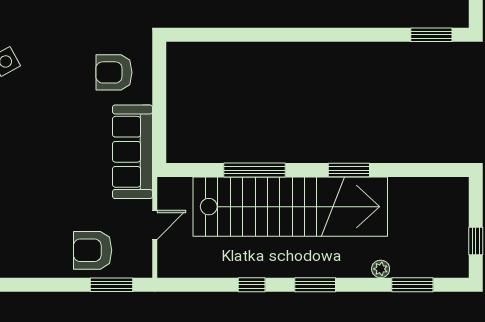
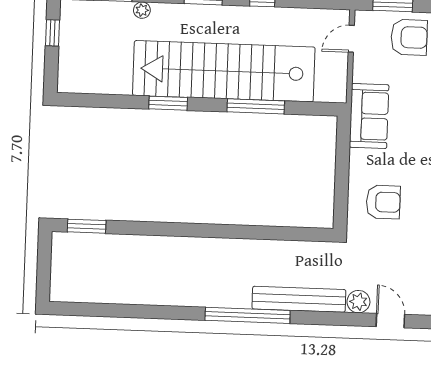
sofa: (132, 152) -> (369, 116), width x0.73
door: (155, 225) -> (351, 39), moved

